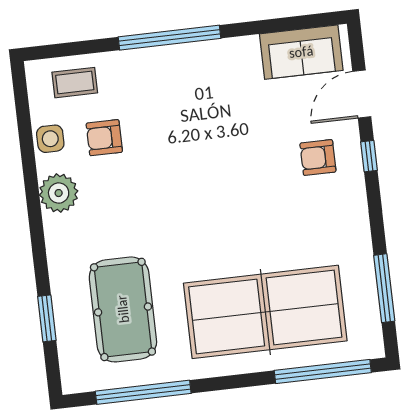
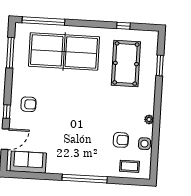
armchair: (318, 157) -> (28, 104), moved
plant: (59, 193) -> (149, 120), width x0.53, depth x0.53
window: (143, 392) -> (123, 26), width x0.32

